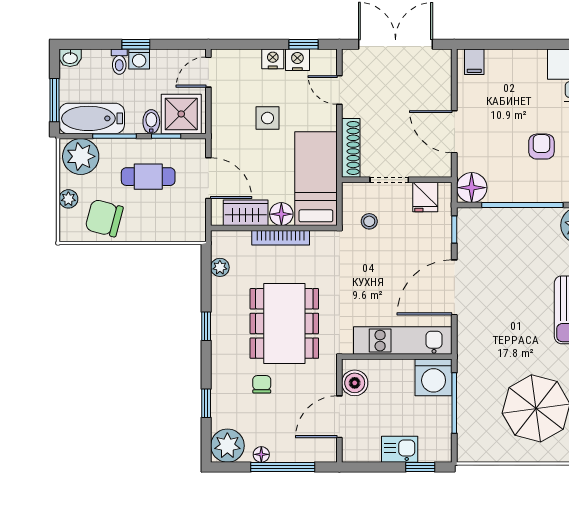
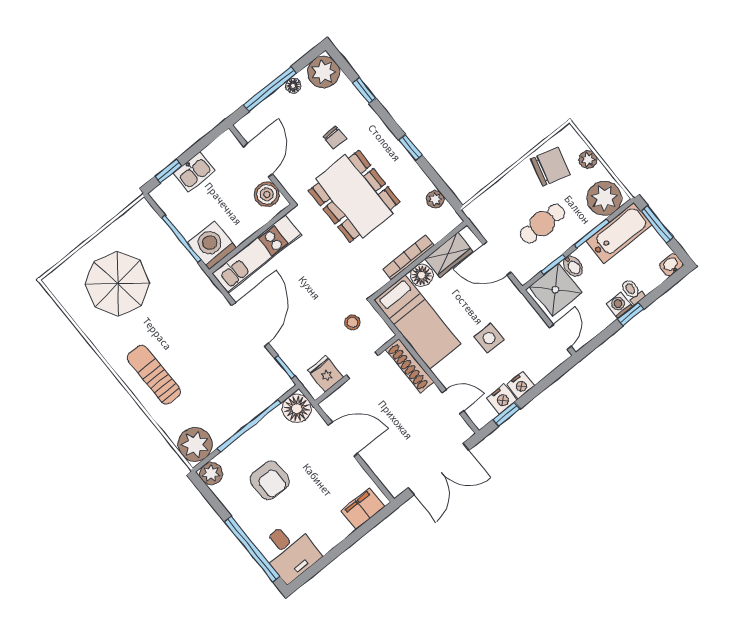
filing cabinet: (474, 62) -> (363, 509), width x2.00
armchair: (541, 147) -> (270, 480), width x1.38, depth x1.38

